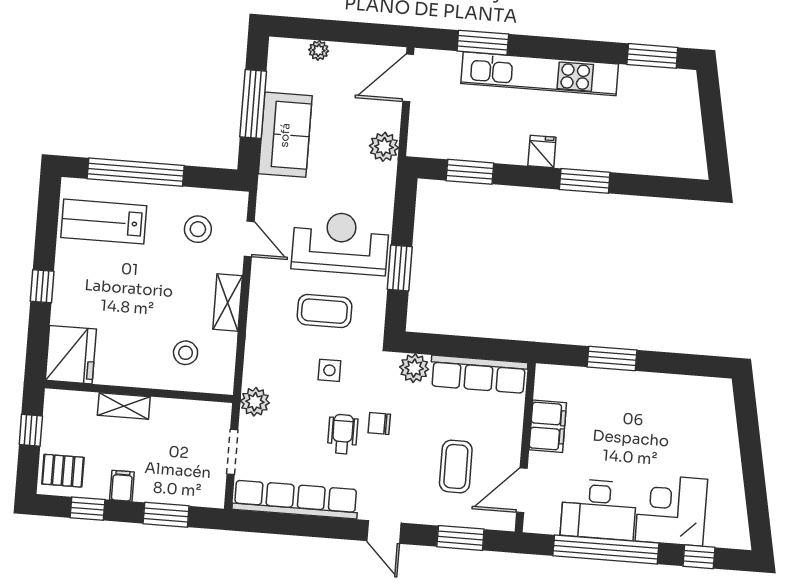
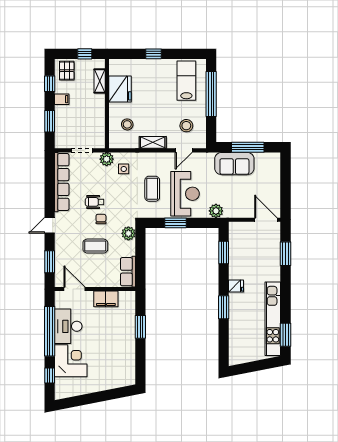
plant: (319, 50) -> (276, 176), removed
kitchen unit: (540, 74) -> (273, 319), moved
plant: (384, 147) -> (216, 211), moved
fridge: (71, 355) -> (120, 89), moved, turned -90
side table: (329, 370) -> (124, 169), moved
row of seats: (479, 374) -> (128, 272), width x0.68
shelving: (124, 406) -> (100, 81), moved
wheelchair: (343, 434) -> (95, 202), turned 180
coffee table: (456, 466) -> (95, 246), moved

